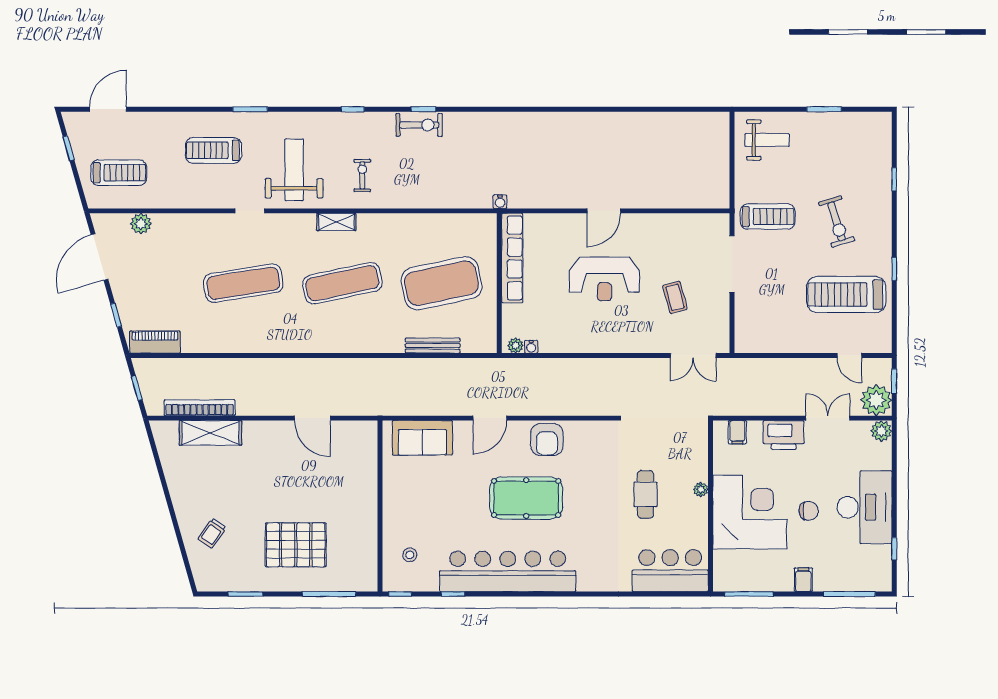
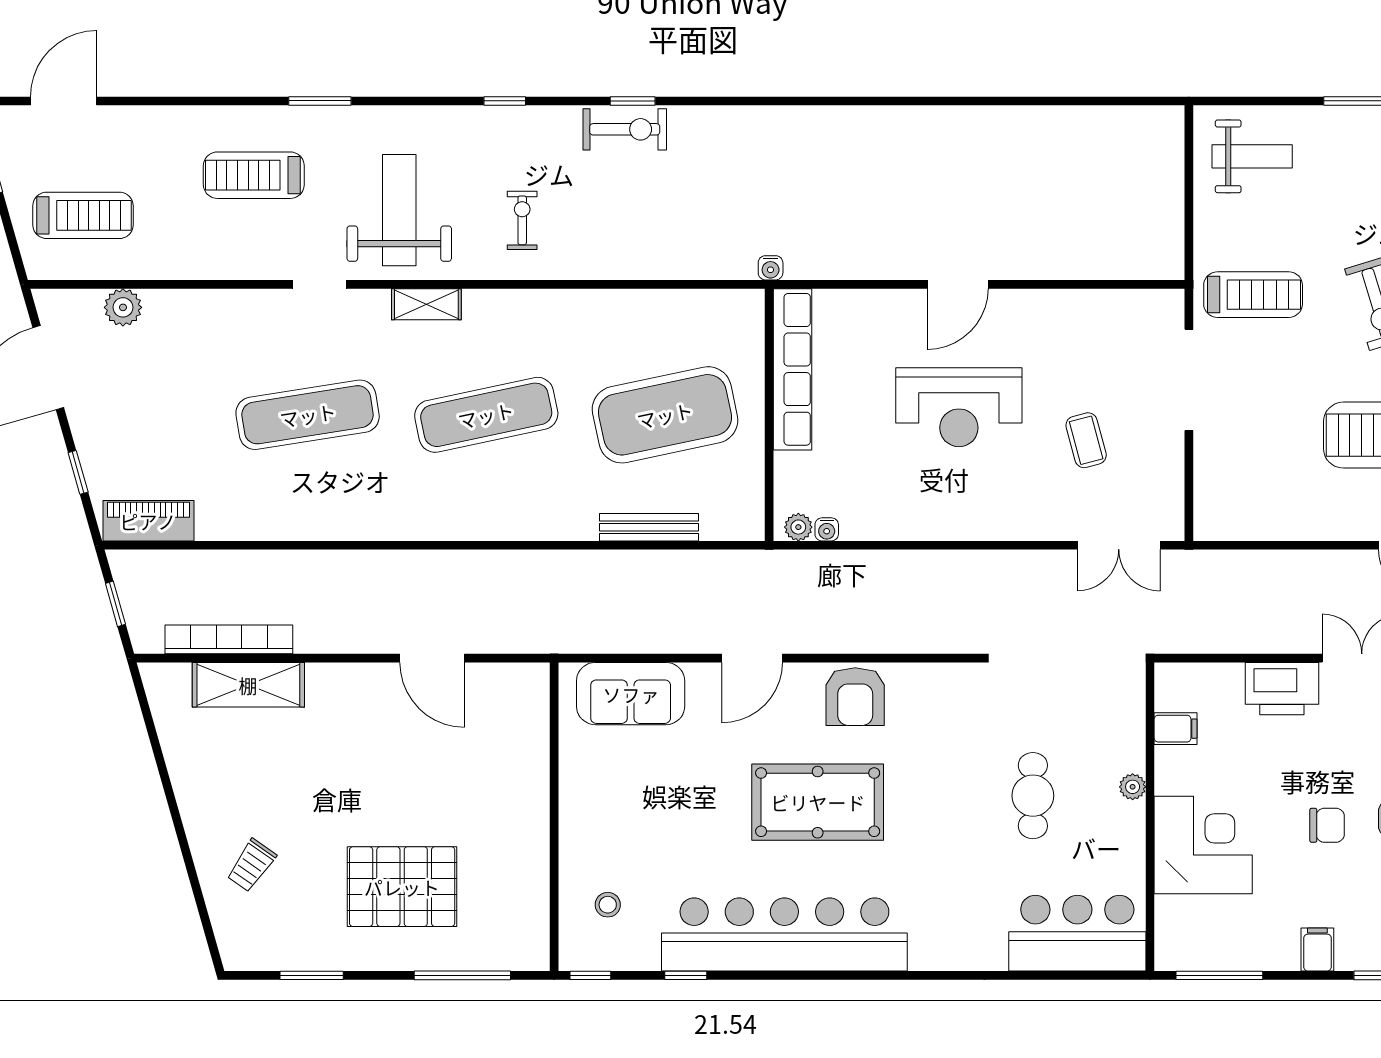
shelving: (336, 222) -> (426, 304), moved
filing cabinet: (737, 432) -> (1176, 729), moved, turned -90
corner desk: (750, 512) -> (1203, 845), width x0.74, depth x0.74

